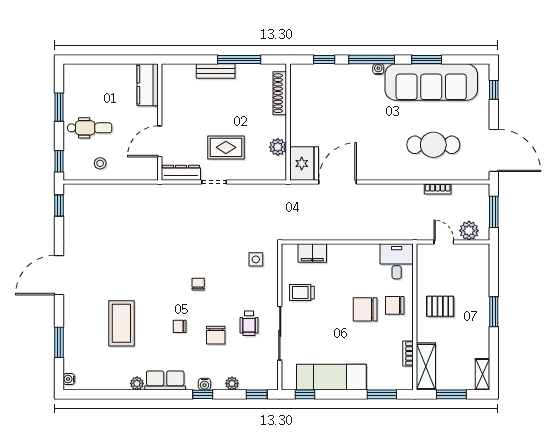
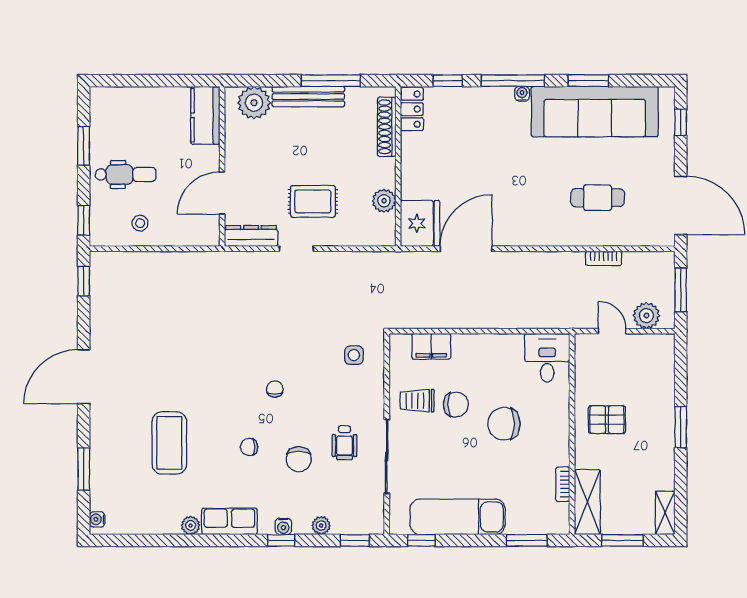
bench: (216, 71) -> (308, 97), width x1.36
plant: (183, 76) -> (254, 103), added
locker: (298, 80) -> (412, 109), added
cafe table: (433, 145) -> (598, 198), width x0.73, depth x0.74
chair: (395, 305) -> (456, 405), moved, turned 180

